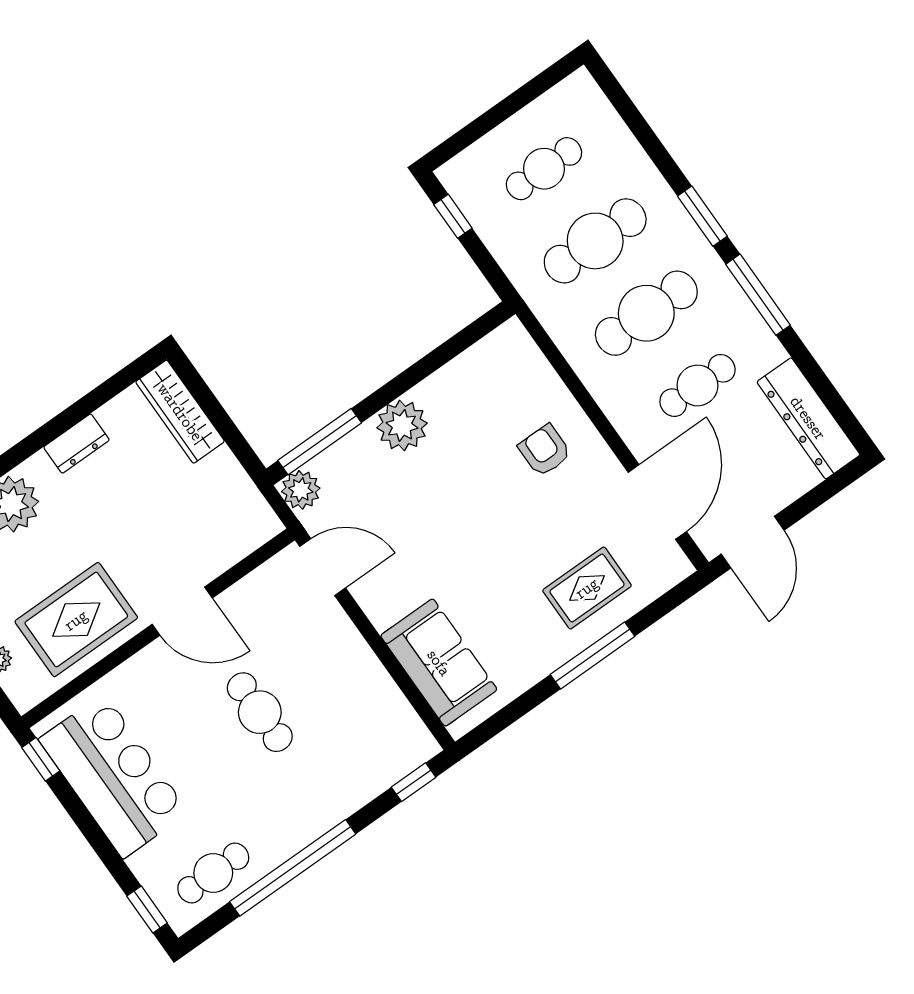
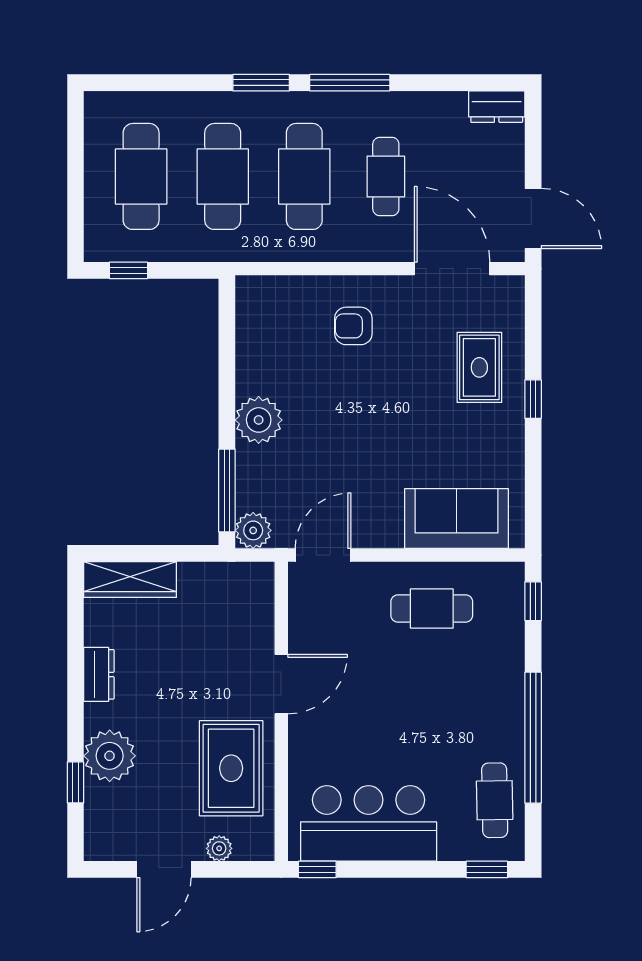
cafe table: (544, 169) -> (141, 176), width x1.37, depth x1.35
dresser: (808, 418) -> (497, 107), width x0.51, depth x0.80
window: (593, 655) -> (533, 399), width x0.46
cafe table: (260, 712) -> (432, 608), moved

